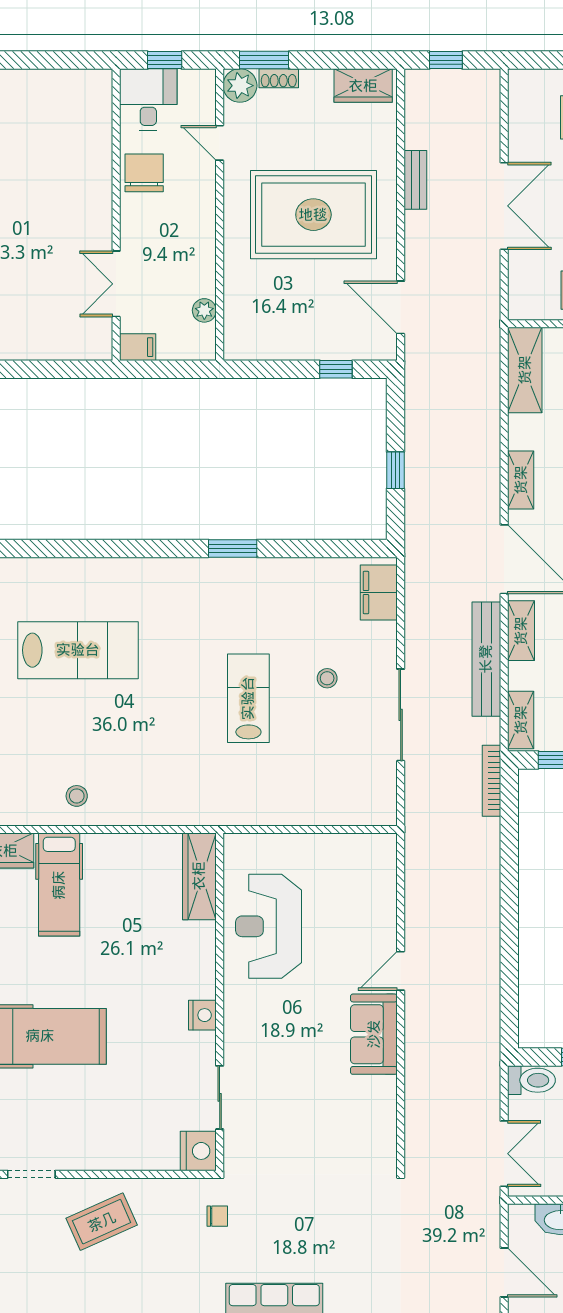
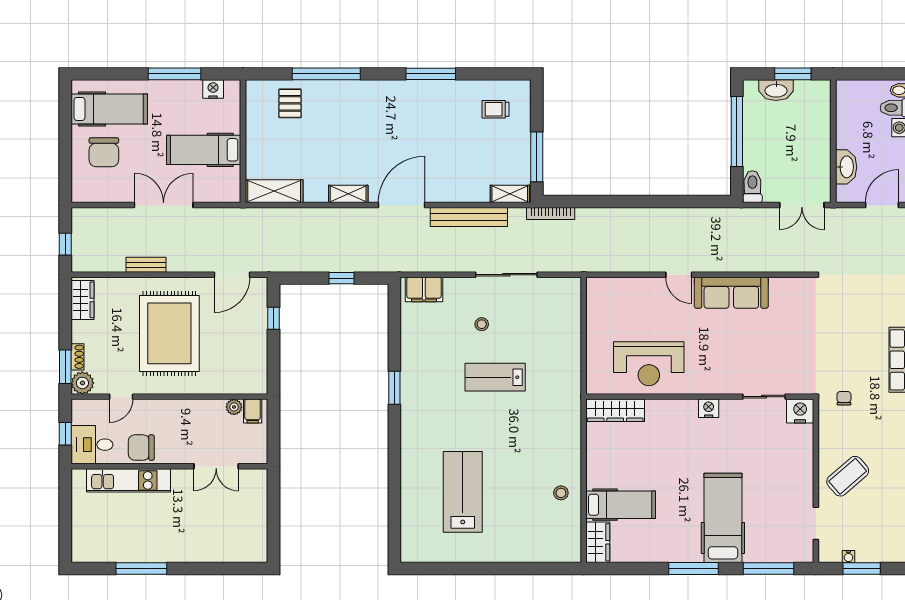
kitchen unit: (95, 154) -> (129, 480), added
filing cabinet: (138, 347) -> (253, 411), moved, turned 180
shelving: (521, 631) -> (450, 194), removed
sofa: (374, 1034) -> (731, 293), width x1.36
double door: (504, 1154) -> (802, 205), swing flipped
coffee table: (102, 1222) -> (848, 476), turned 73

